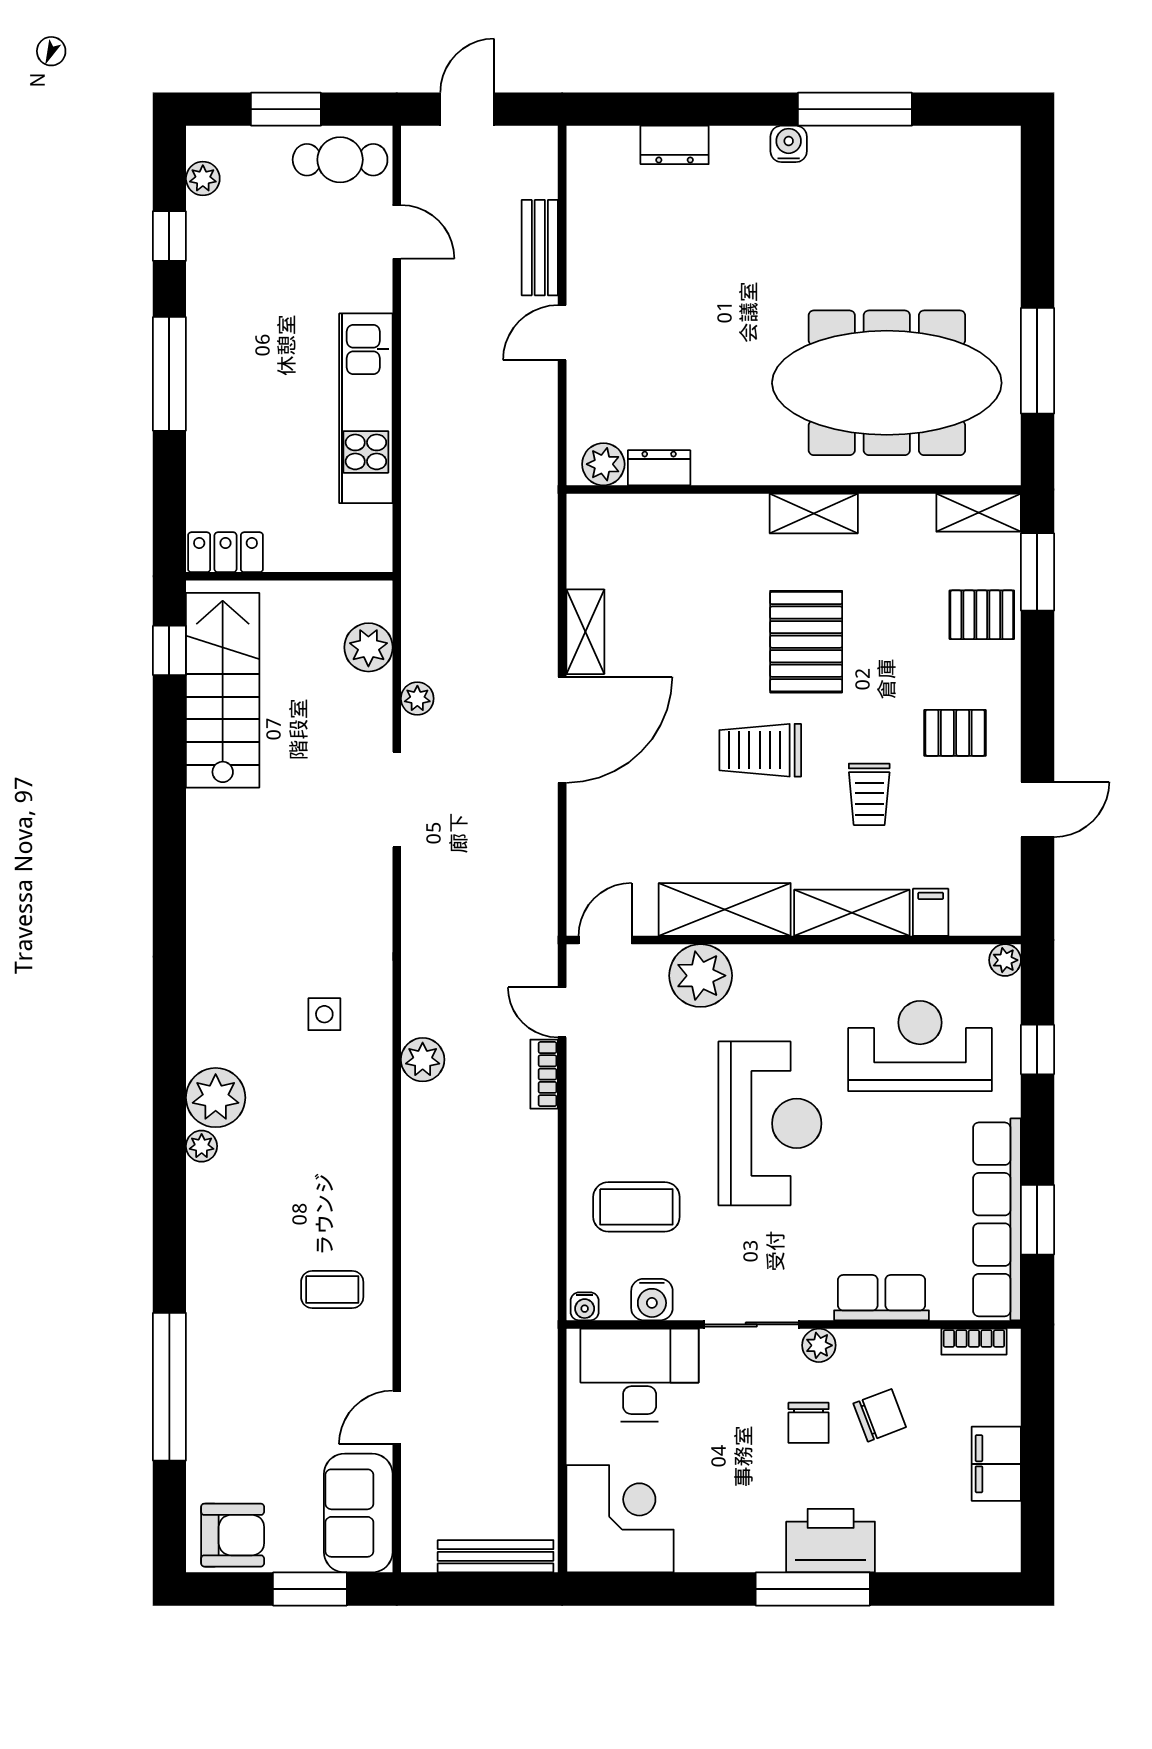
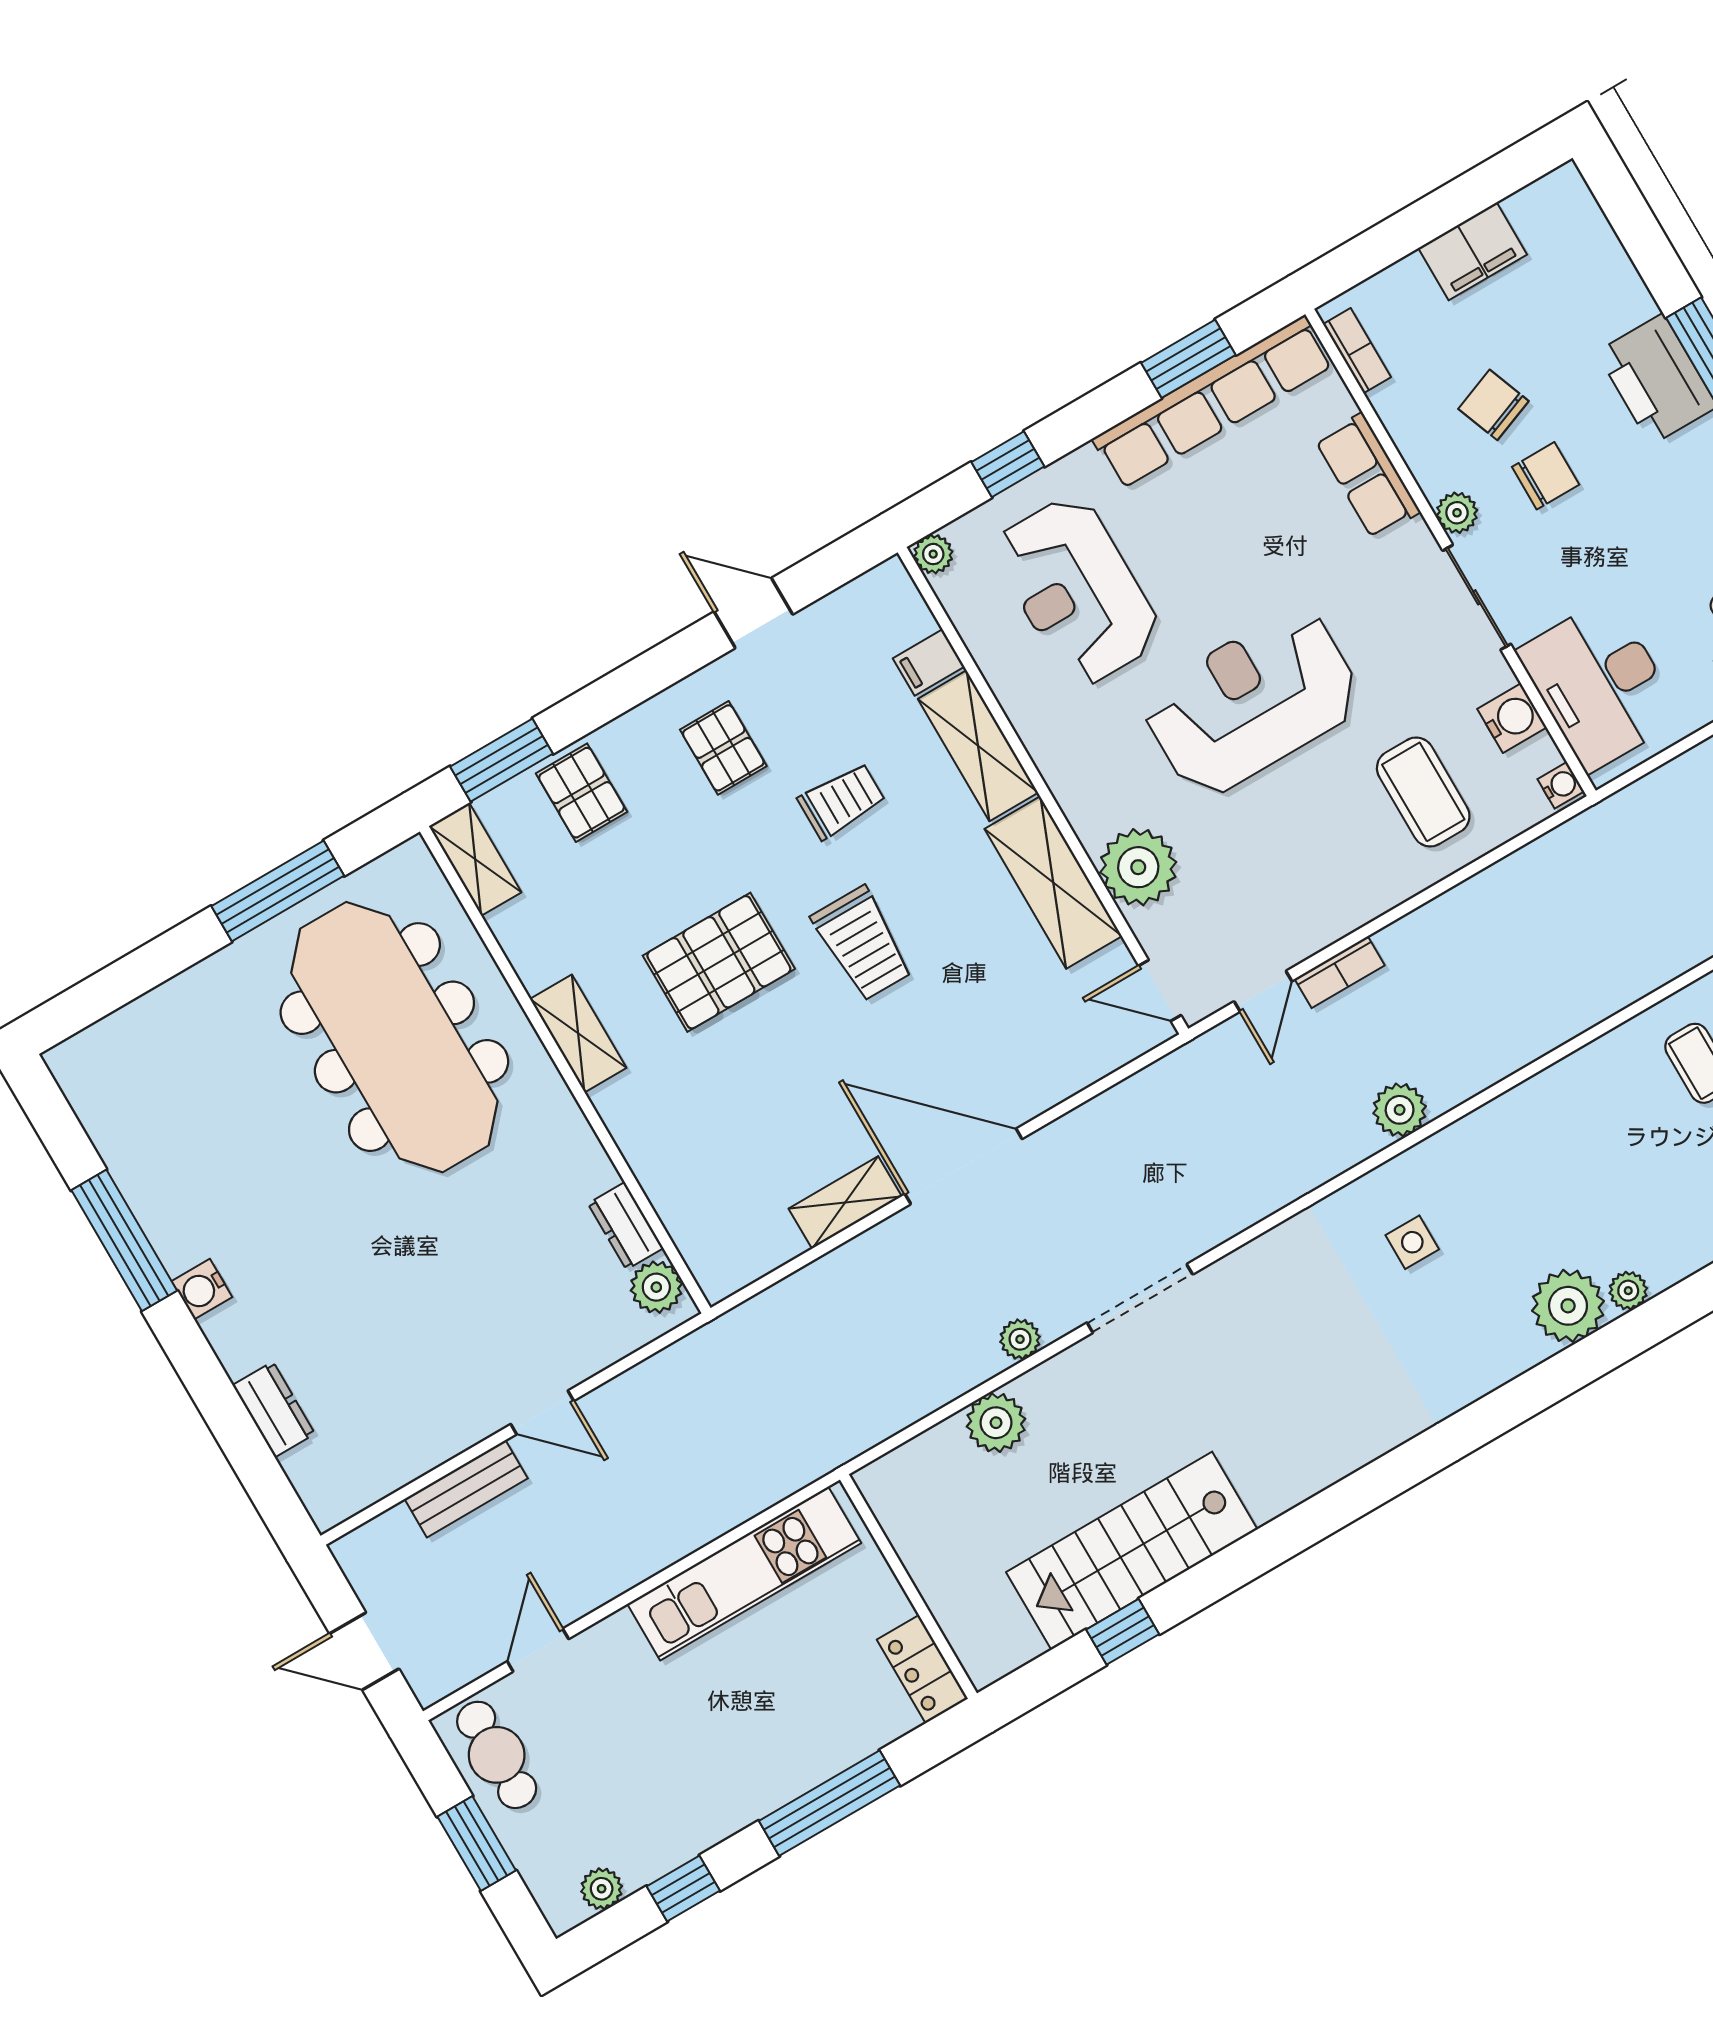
locker: (226, 552) -> (922, 1669), moved
wall: (289, 576) -> (908, 1586), moved

